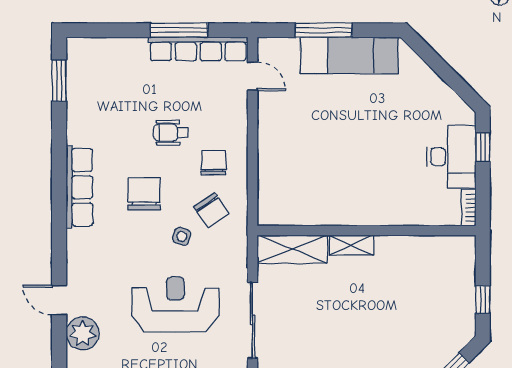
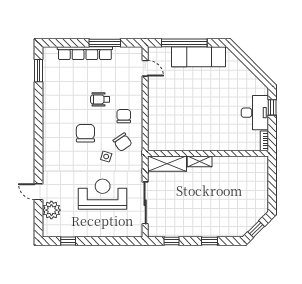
window: (324, 30) -> (184, 43), width x1.46
row of seats: (198, 49) -> (85, 53), moved
row of seats: (79, 187) -> (50, 129), removed
window: (483, 299) -> (272, 191), removed

